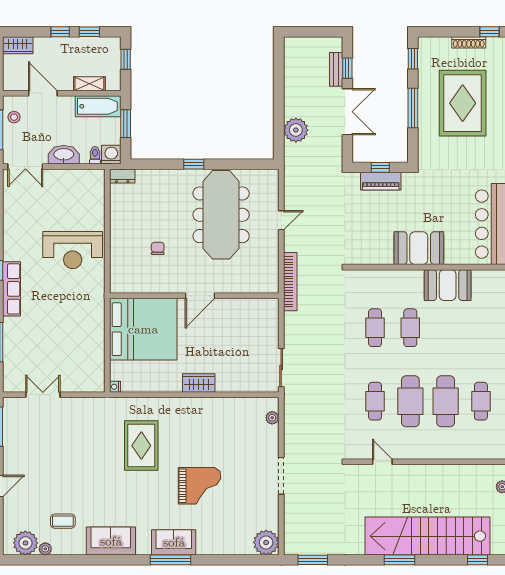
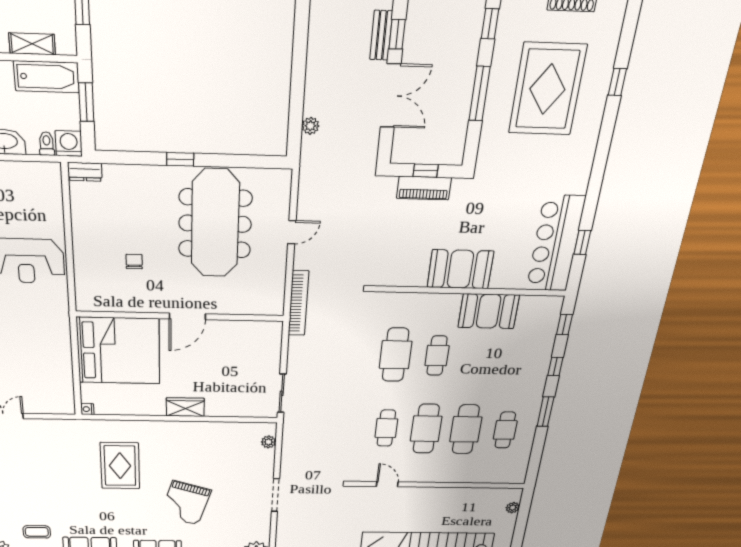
plant: (296, 130) -> (310, 126), width x0.53, depth x0.53
cafe table: (375, 328) -> (396, 355), width x1.37, depth x1.35
grand piano: (200, 486) -> (185, 503), turned 107

